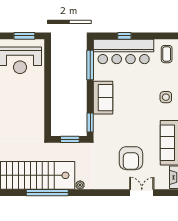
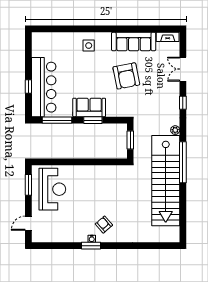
coffee table: (167, 54) -> (46, 45), removed
window: (90, 123) -> (93, 120), moved
armchair: (131, 158) -> (126, 76), moved, turned 79
window: (108, 193) -> (183, 103), added

